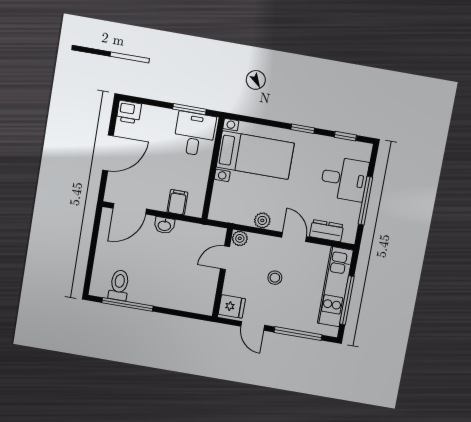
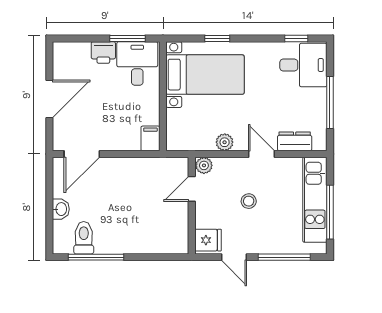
printer: (129, 112) -> (103, 52), moved
window: (303, 129) -> (217, 38), moved
desk: (344, 179) -> (303, 65), moved
filing cabinet: (177, 202) -> (150, 138), moved
washbasin: (164, 225) -> (61, 209), moved, turned -90

